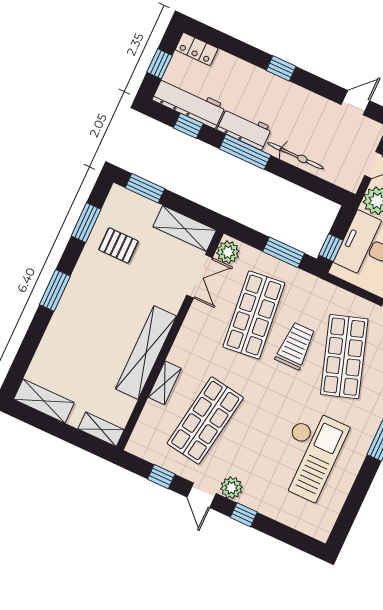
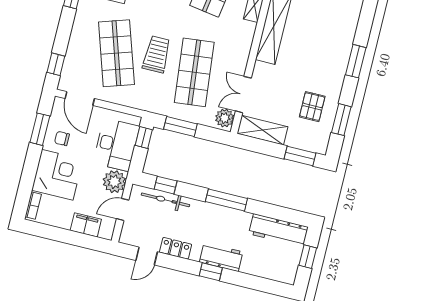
locker: (197, 49) -> (176, 248), moved
window: (188, 126) -> (166, 185), moved
workbench: (244, 129) -> (221, 257), moved, turned 180
bicycle: (296, 156) -> (165, 200), moved
pallet: (118, 245) -> (312, 107), turned 90
trolley: (296, 346) -> (157, 54), turned 180

